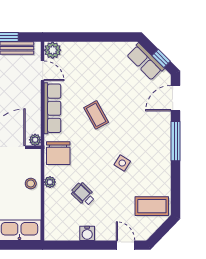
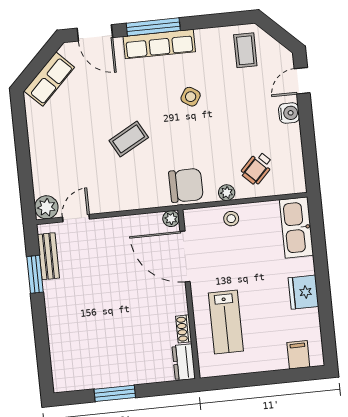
window: (161, 58) -> (42, 58), removed
row of seats: (52, 108) -> (159, 44), moved, turned 180
wheelchair: (83, 194) -> (257, 168), moved
coffee table: (152, 206) -> (245, 50), width x0.73, depth x0.77
water cooler: (87, 233) -> (289, 113), moved

